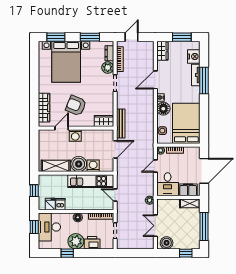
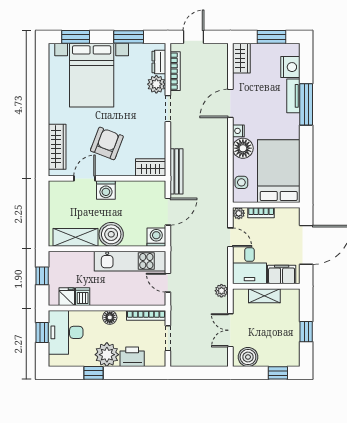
armchair: (76, 106) -> (107, 143), turned 89
washing machine: (93, 166) -> (156, 237), moved
door: (155, 166) -> (230, 237), swing flipped
shelving: (190, 203) -> (264, 296), moved
window: (204, 227) -> (306, 332), width x0.46

